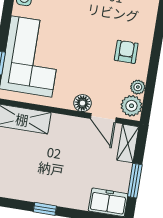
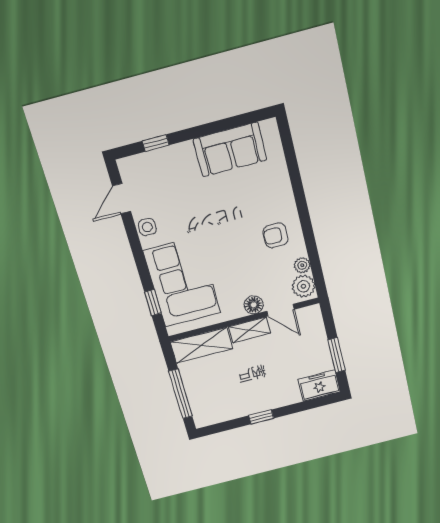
armchair: (126, 52) -> (276, 235), turned -90
shelving: (128, 143) -> (250, 330), moved, turned 90

